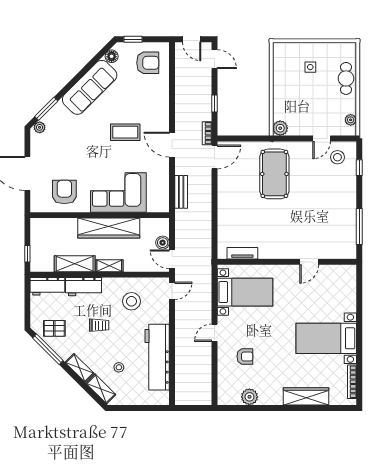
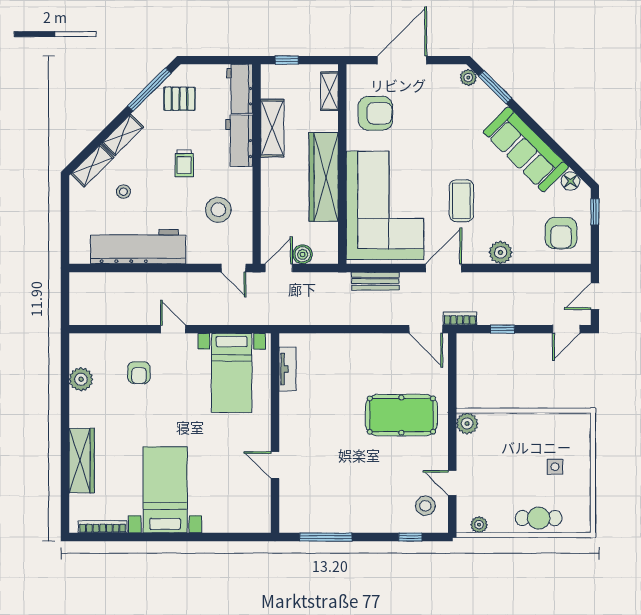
plant: (161, 105) -> (501, 252), added
corner sofa: (118, 192) -> (385, 205), width x1.36, depth x1.36
shelving: (109, 266) -> (329, 91), moved
pallet: (54, 328) -> (179, 99), turned 90

